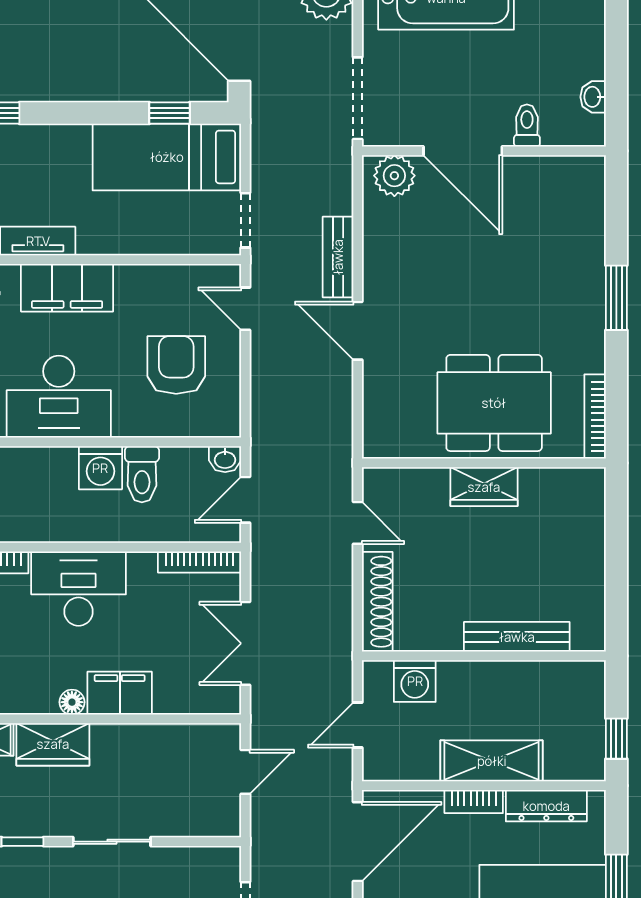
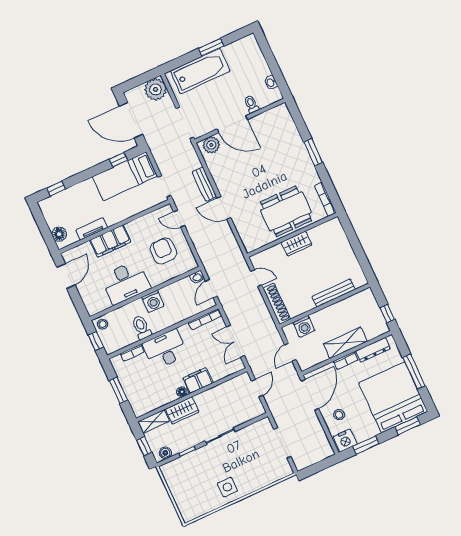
toilet: (142, 474) -> (141, 327), moved, turned 180

